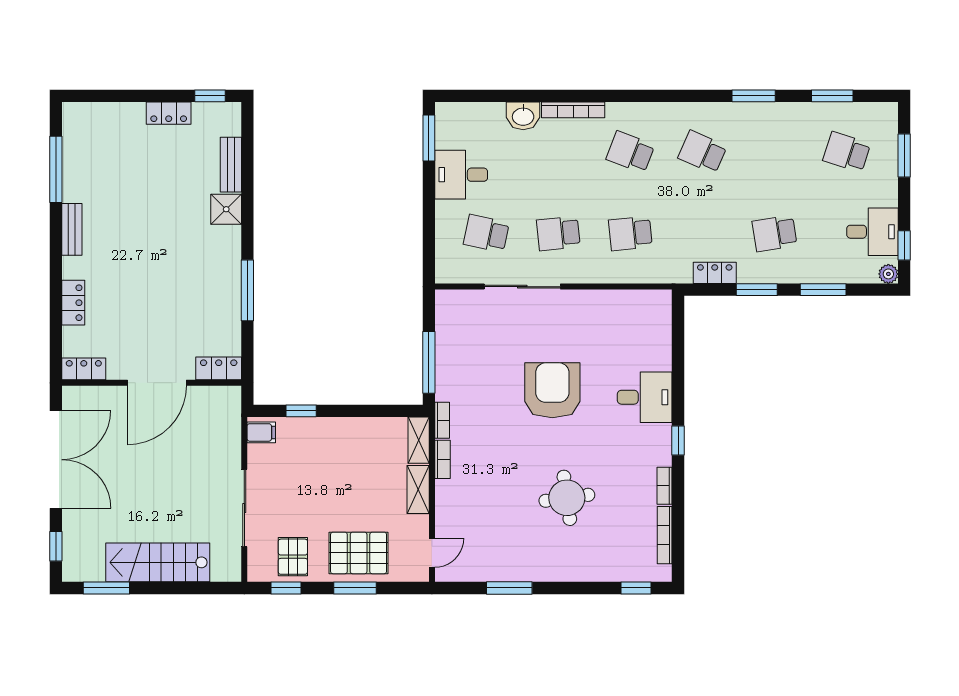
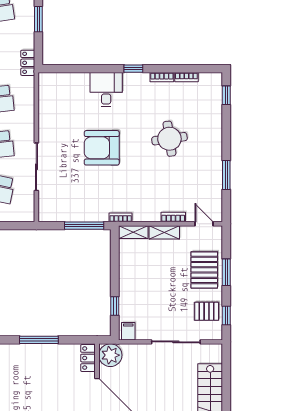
locker: (715, 273) -> (28, 63), moved
plant: (223, 404) -> (110, 355), added
bookcase: (442, 459) -> (173, 217), moved
bookcase: (665, 535) -> (186, 77), width x0.64

